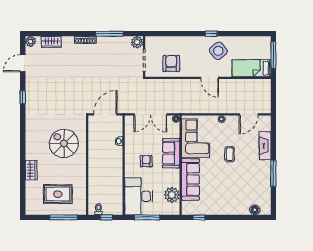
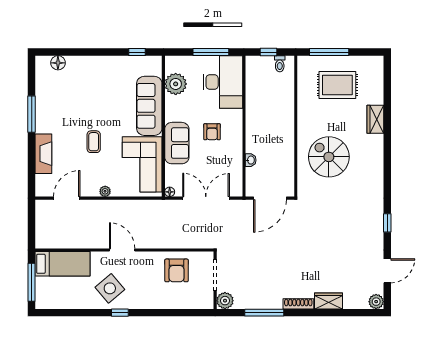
wardrobe: (51, 42) -> (329, 301), moved
spiral stairs: (64, 143) -> (329, 157), turned 180

